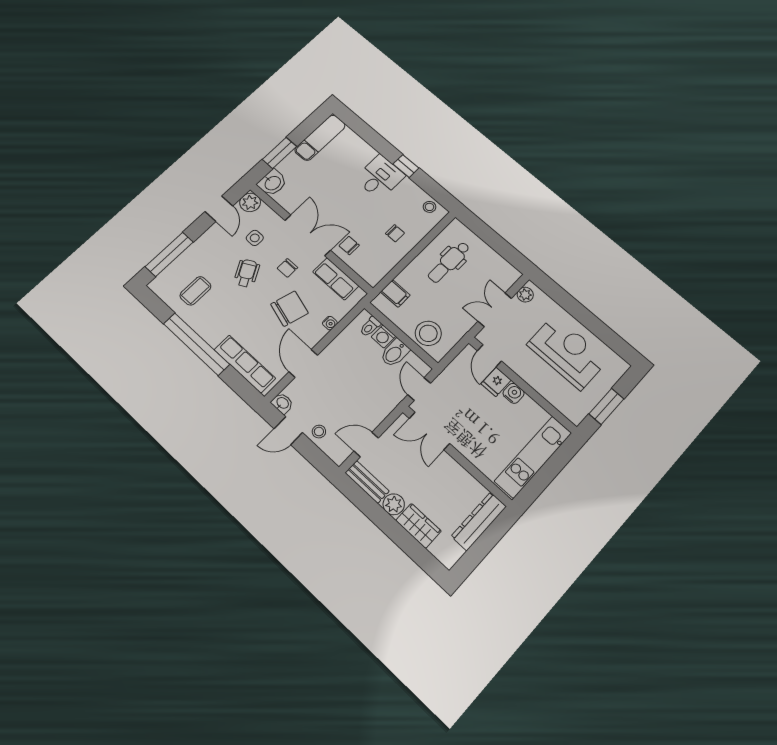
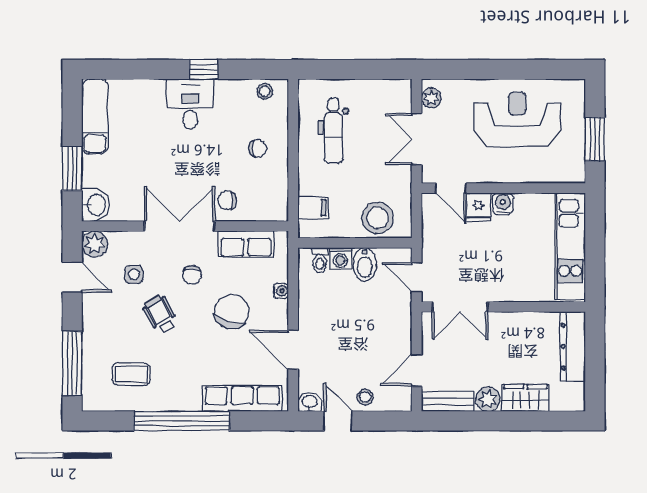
coffee table: (195, 291) -> (131, 374), turned 90
door: (288, 431) -> (338, 421), swing flipped

